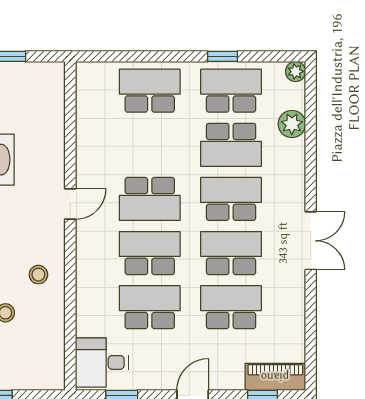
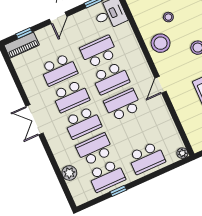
plant: (296, 71) -> (182, 153), moved
stool: (38, 275) -> (161, 43), width x1.89, depth x1.89
school desk: (150, 307) -> (99, 52), turned 180

